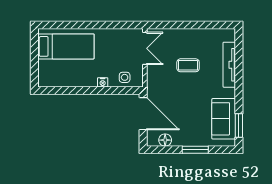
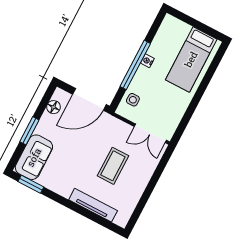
coffee table: (188, 65) -> (113, 166), width x1.36, depth x1.30
nightstand: (103, 82) -> (147, 61), moved
window: (95, 91) -> (135, 65), added
sofa: (224, 119) -> (34, 157), moved, turned 90

